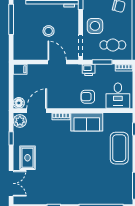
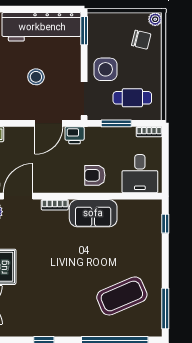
door: (57, 62) -> (49, 123), swing flipped
printer: (89, 70) -> (75, 135), moved
coffee table: (119, 148) -> (122, 296), moved, turned 67

